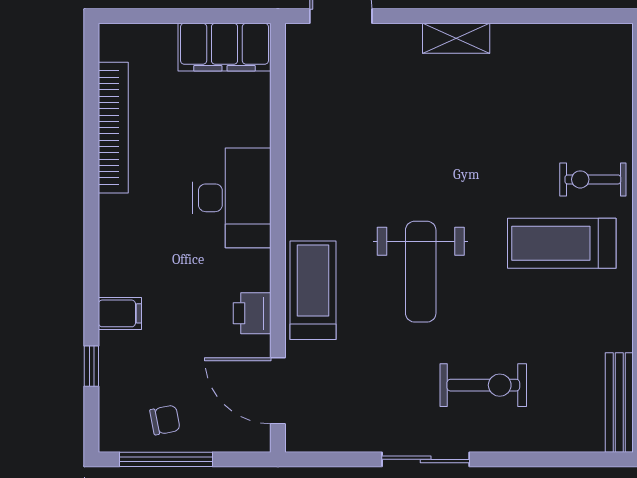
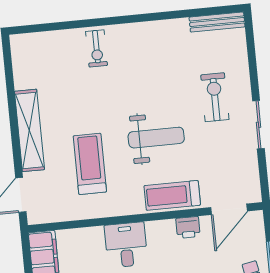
shelving: (456, 38) -> (29, 130), width x2.20, depth x1.33
desk: (232, 198) -> (126, 245), width x0.73
treadmill: (562, 243) -> (90, 164), moved, turned 180

